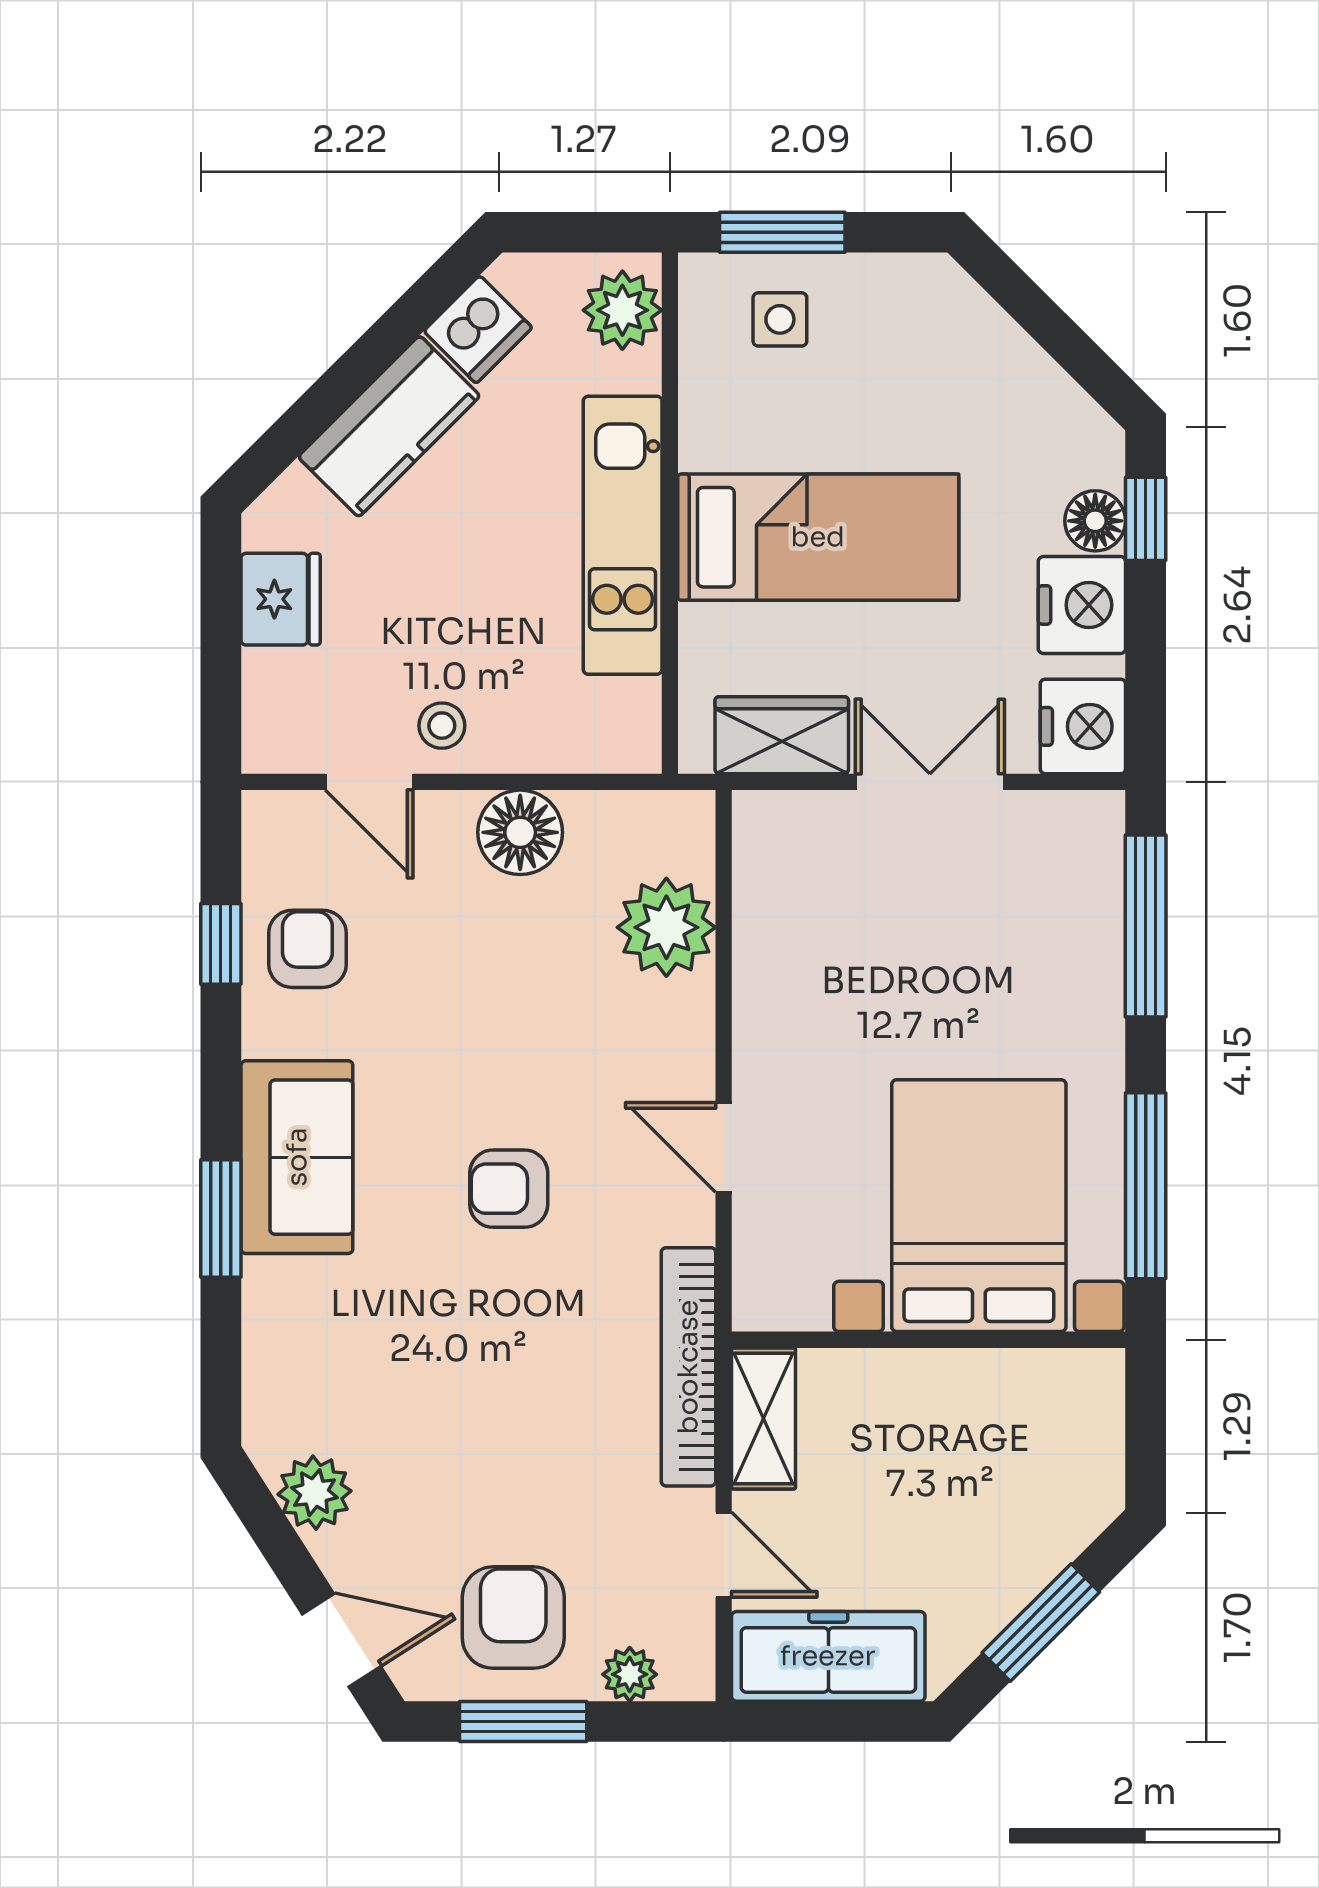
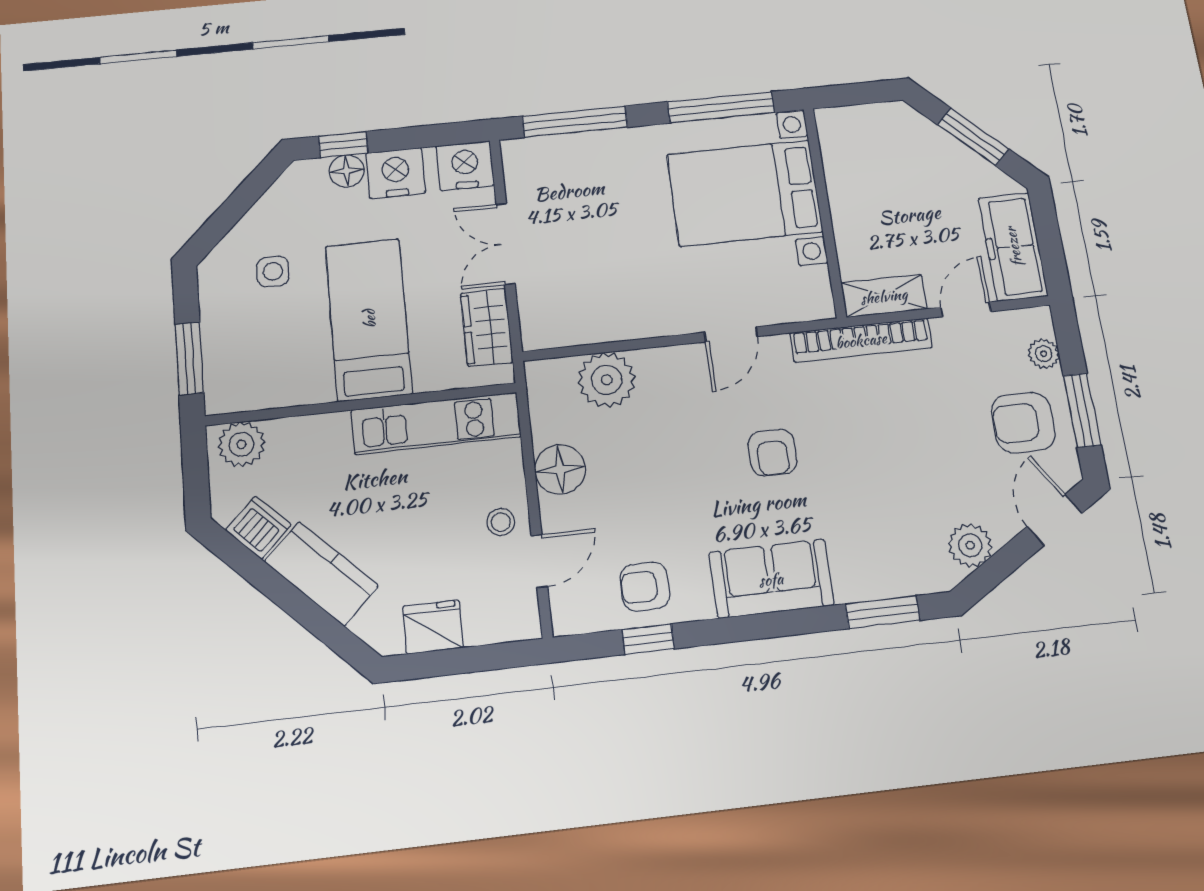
side table: (780, 319) -> (273, 271), moved
kitchen unit: (623, 535) -> (436, 423), moved
window: (221, 1218) -> (883, 612), moved

